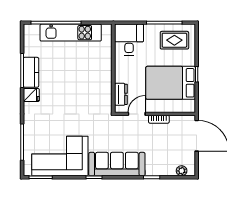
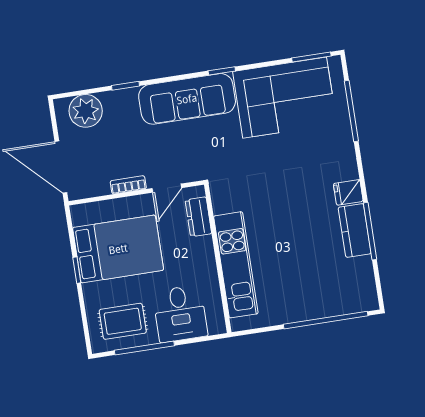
kitchen unit: (71, 33) -> (236, 265), moved, turned 90
desk: (129, 40) -> (180, 314), moved
plant: (182, 171) -> (86, 111), width x1.88, depth x1.88

